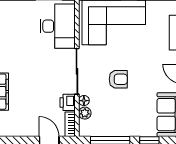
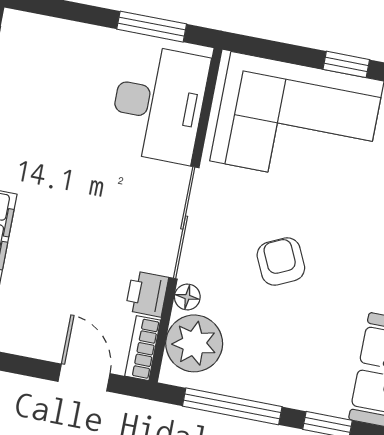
armchair: (118, 79) -> (281, 262), turned -115
plant: (85, 113) -> (194, 343), width x1.88, depth x1.88

